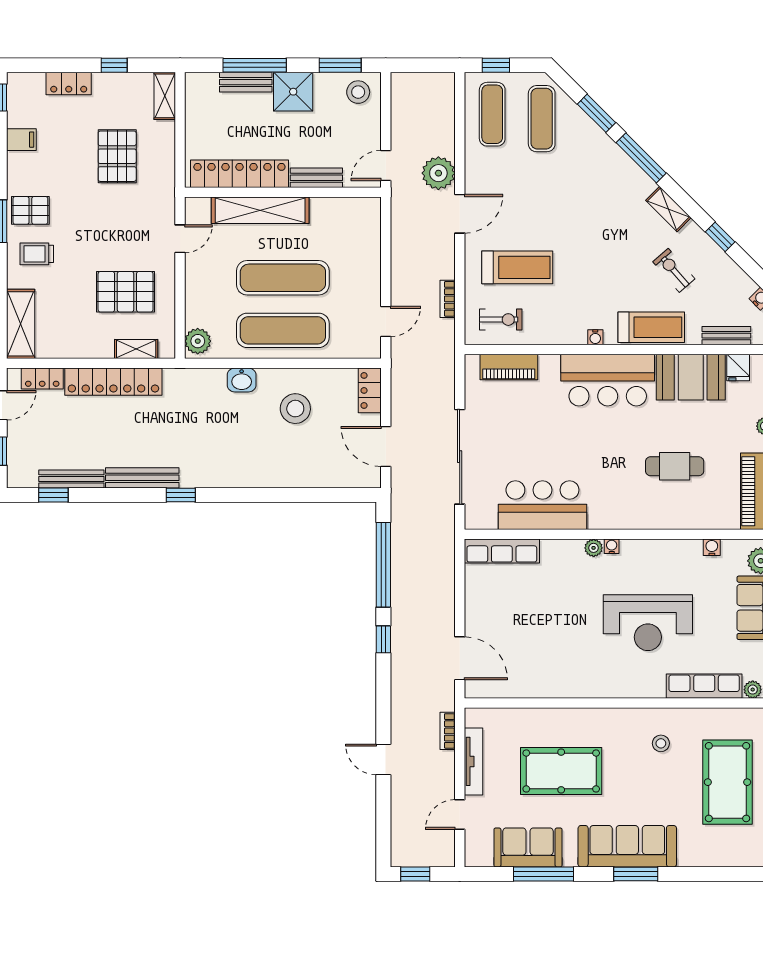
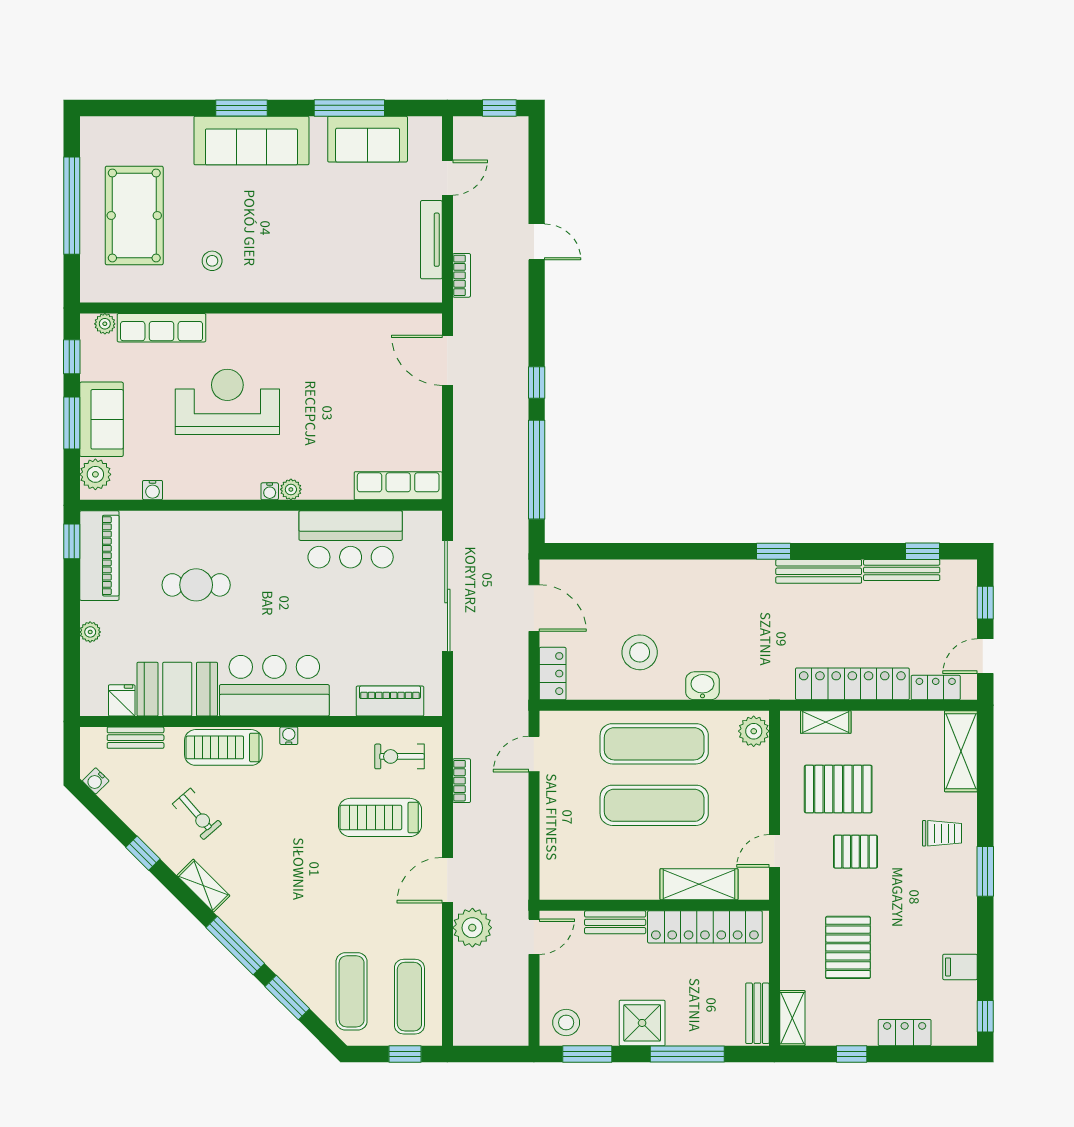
bench: (246, 82) -> (757, 1013), moved, turned 90
pallet: (30, 210) -> (855, 852), moved
shelving: (260, 210) -> (699, 884), width x0.68
pool table: (561, 771) -> (329, 229), removed

